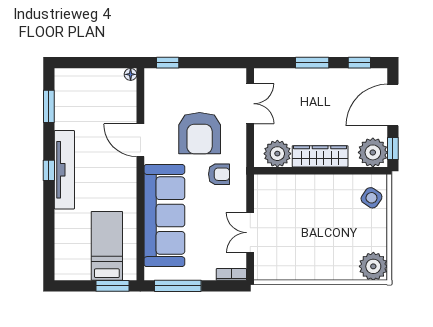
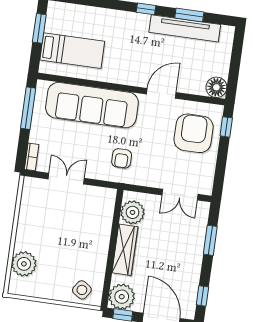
window: (312, 63) -> (210, 240), moved
floor lamp: (131, 74) -> (216, 87), width x1.89, depth x1.89
window: (49, 106) -> (189, 15), moved
armchair: (200, 133) -> (194, 133), moved, turned 90
tv unit: (64, 170) -> (185, 28), moved
plant: (373, 266) -> (24, 264), moved
window: (113, 286) -> (39, 28), moved

